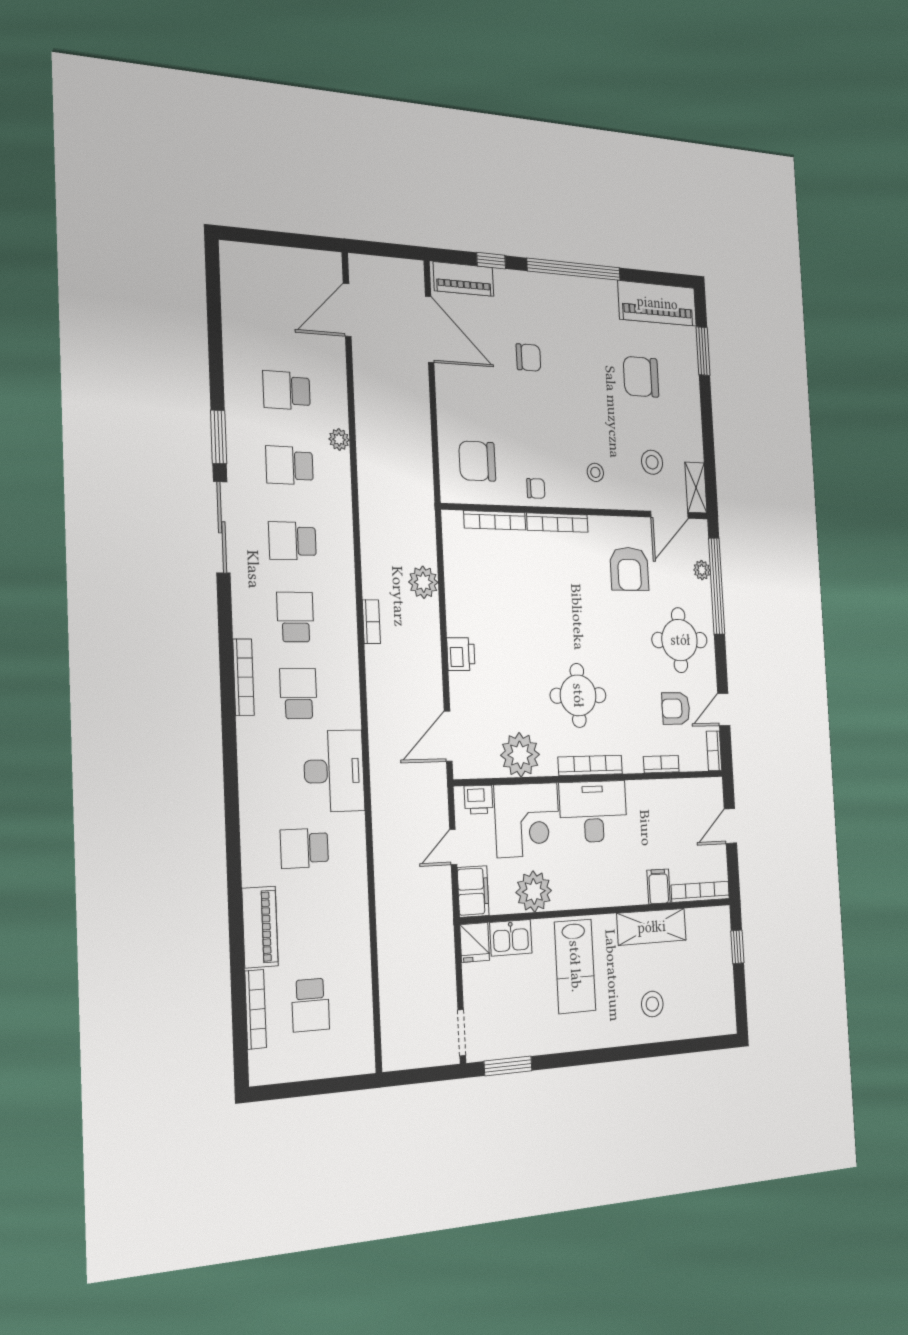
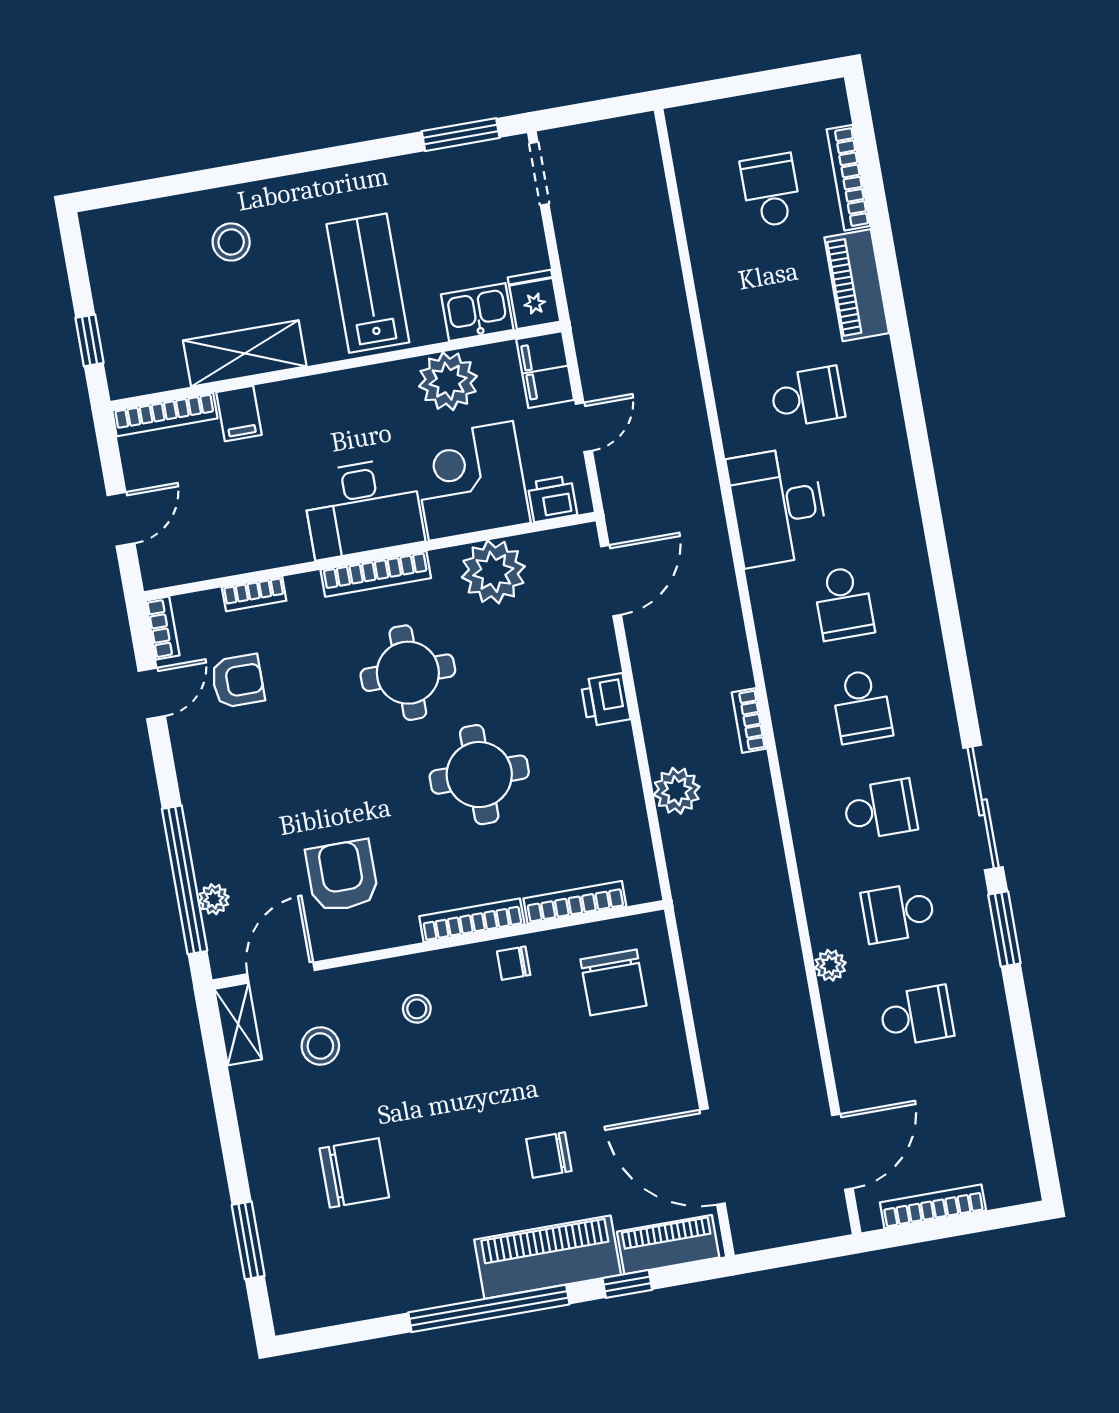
piano: (657, 303) -> (548, 1257), moved
chair: (477, 461) -> (613, 982), turned 90
school desk: (289, 465) -> (898, 913), turned 180
round table: (680, 640) -> (479, 775), moved
bookcase: (244, 677) -> (933, 1206), moved, turned 90

